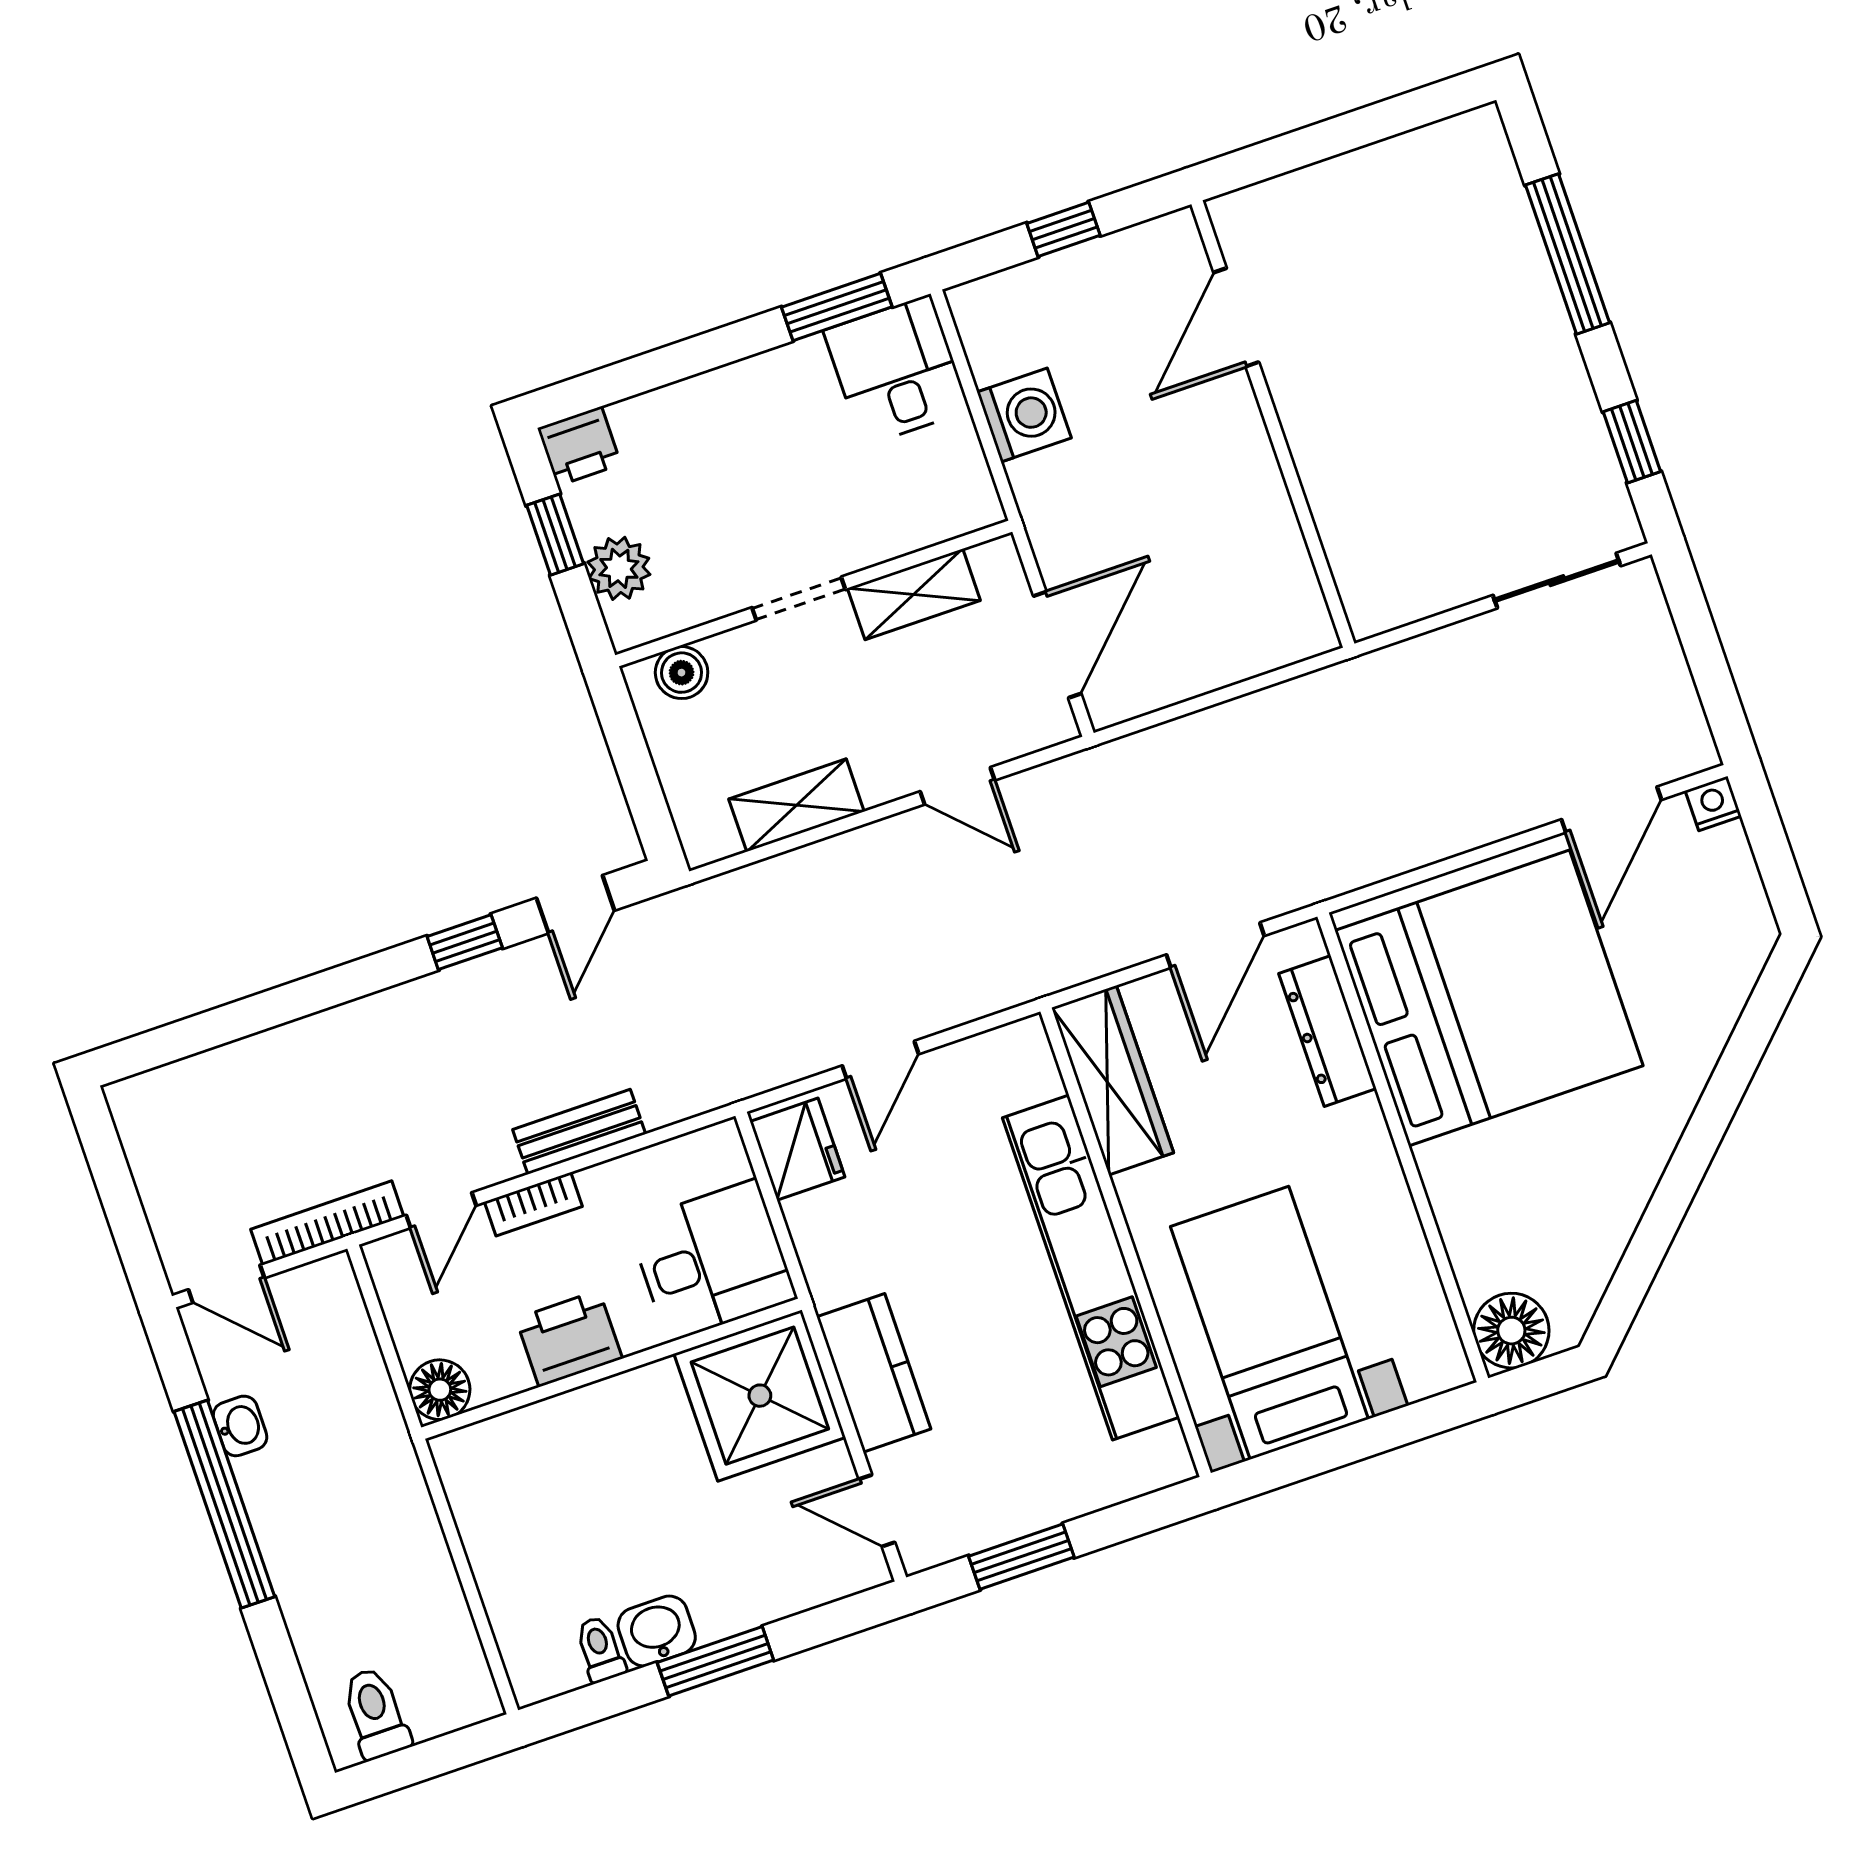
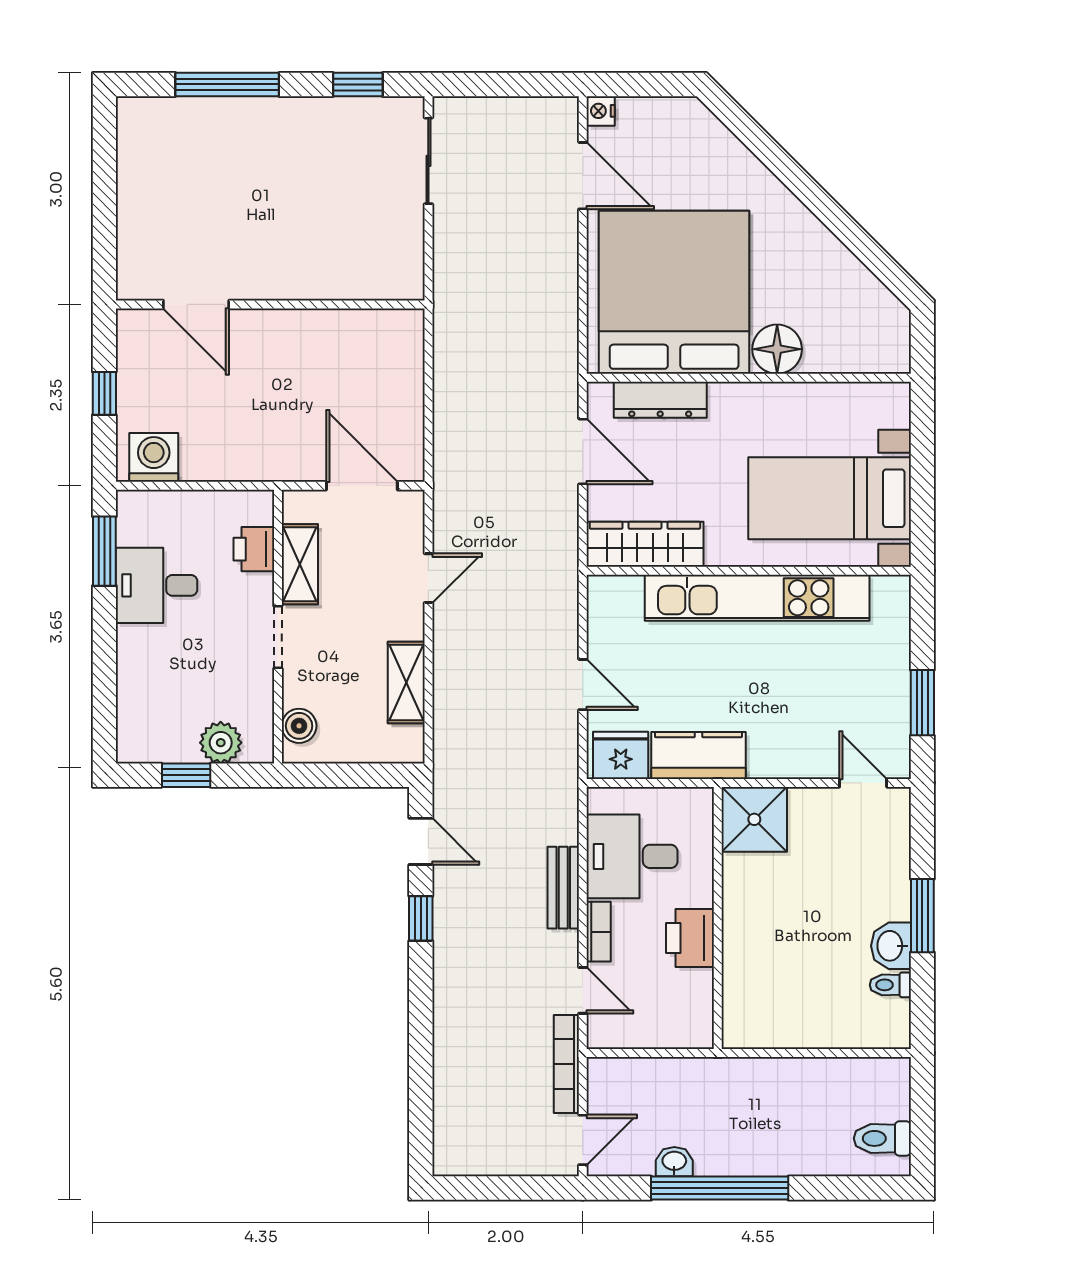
desk: (897, 370) -> (157, 585), moved
washing machine: (1024, 415) -> (154, 457), moved
printer: (579, 446) -> (254, 549), moved, turned 180
desk: (712, 1260) -> (632, 856), moved, turned -90
floor lamp: (1511, 1331) -> (777, 349), moved
kitchen counter: (874, 1373) -> (699, 755), moved
floor lamp: (440, 1390) -> (694, 1029), removed
shower: (760, 1396) -> (754, 819), width x0.73, depth x0.73
door: (877, 1511) -> (863, 783), swing flipped

